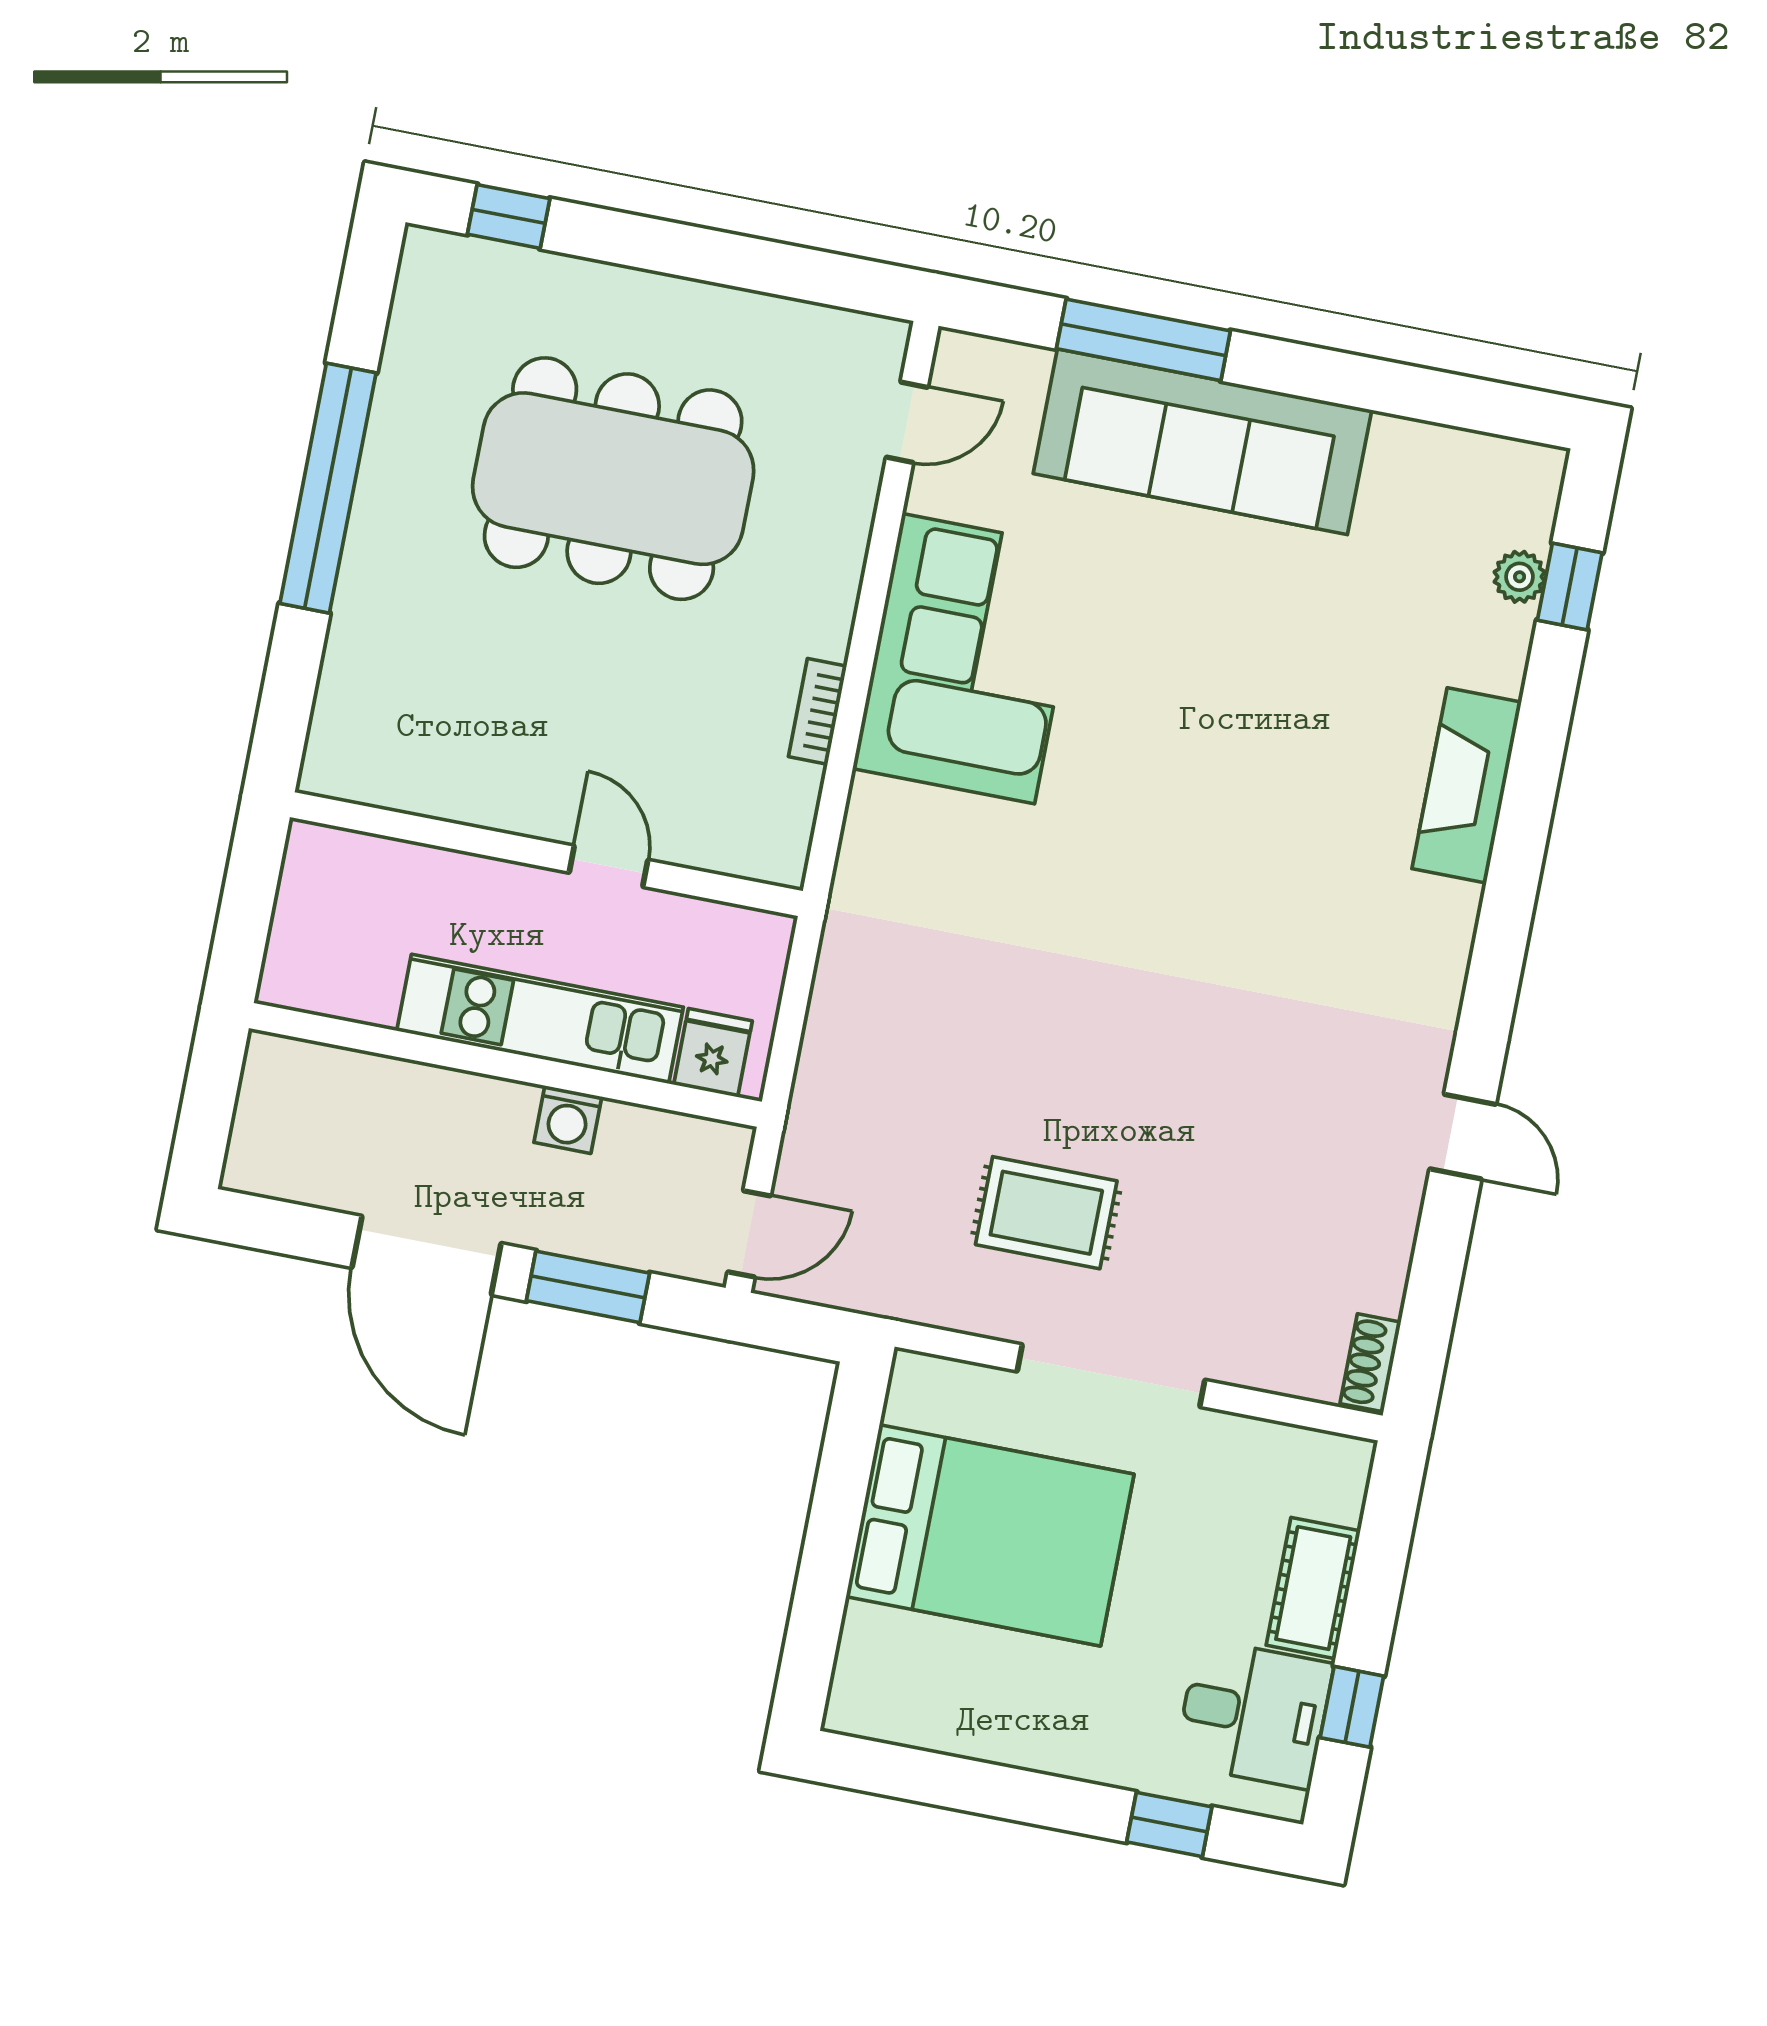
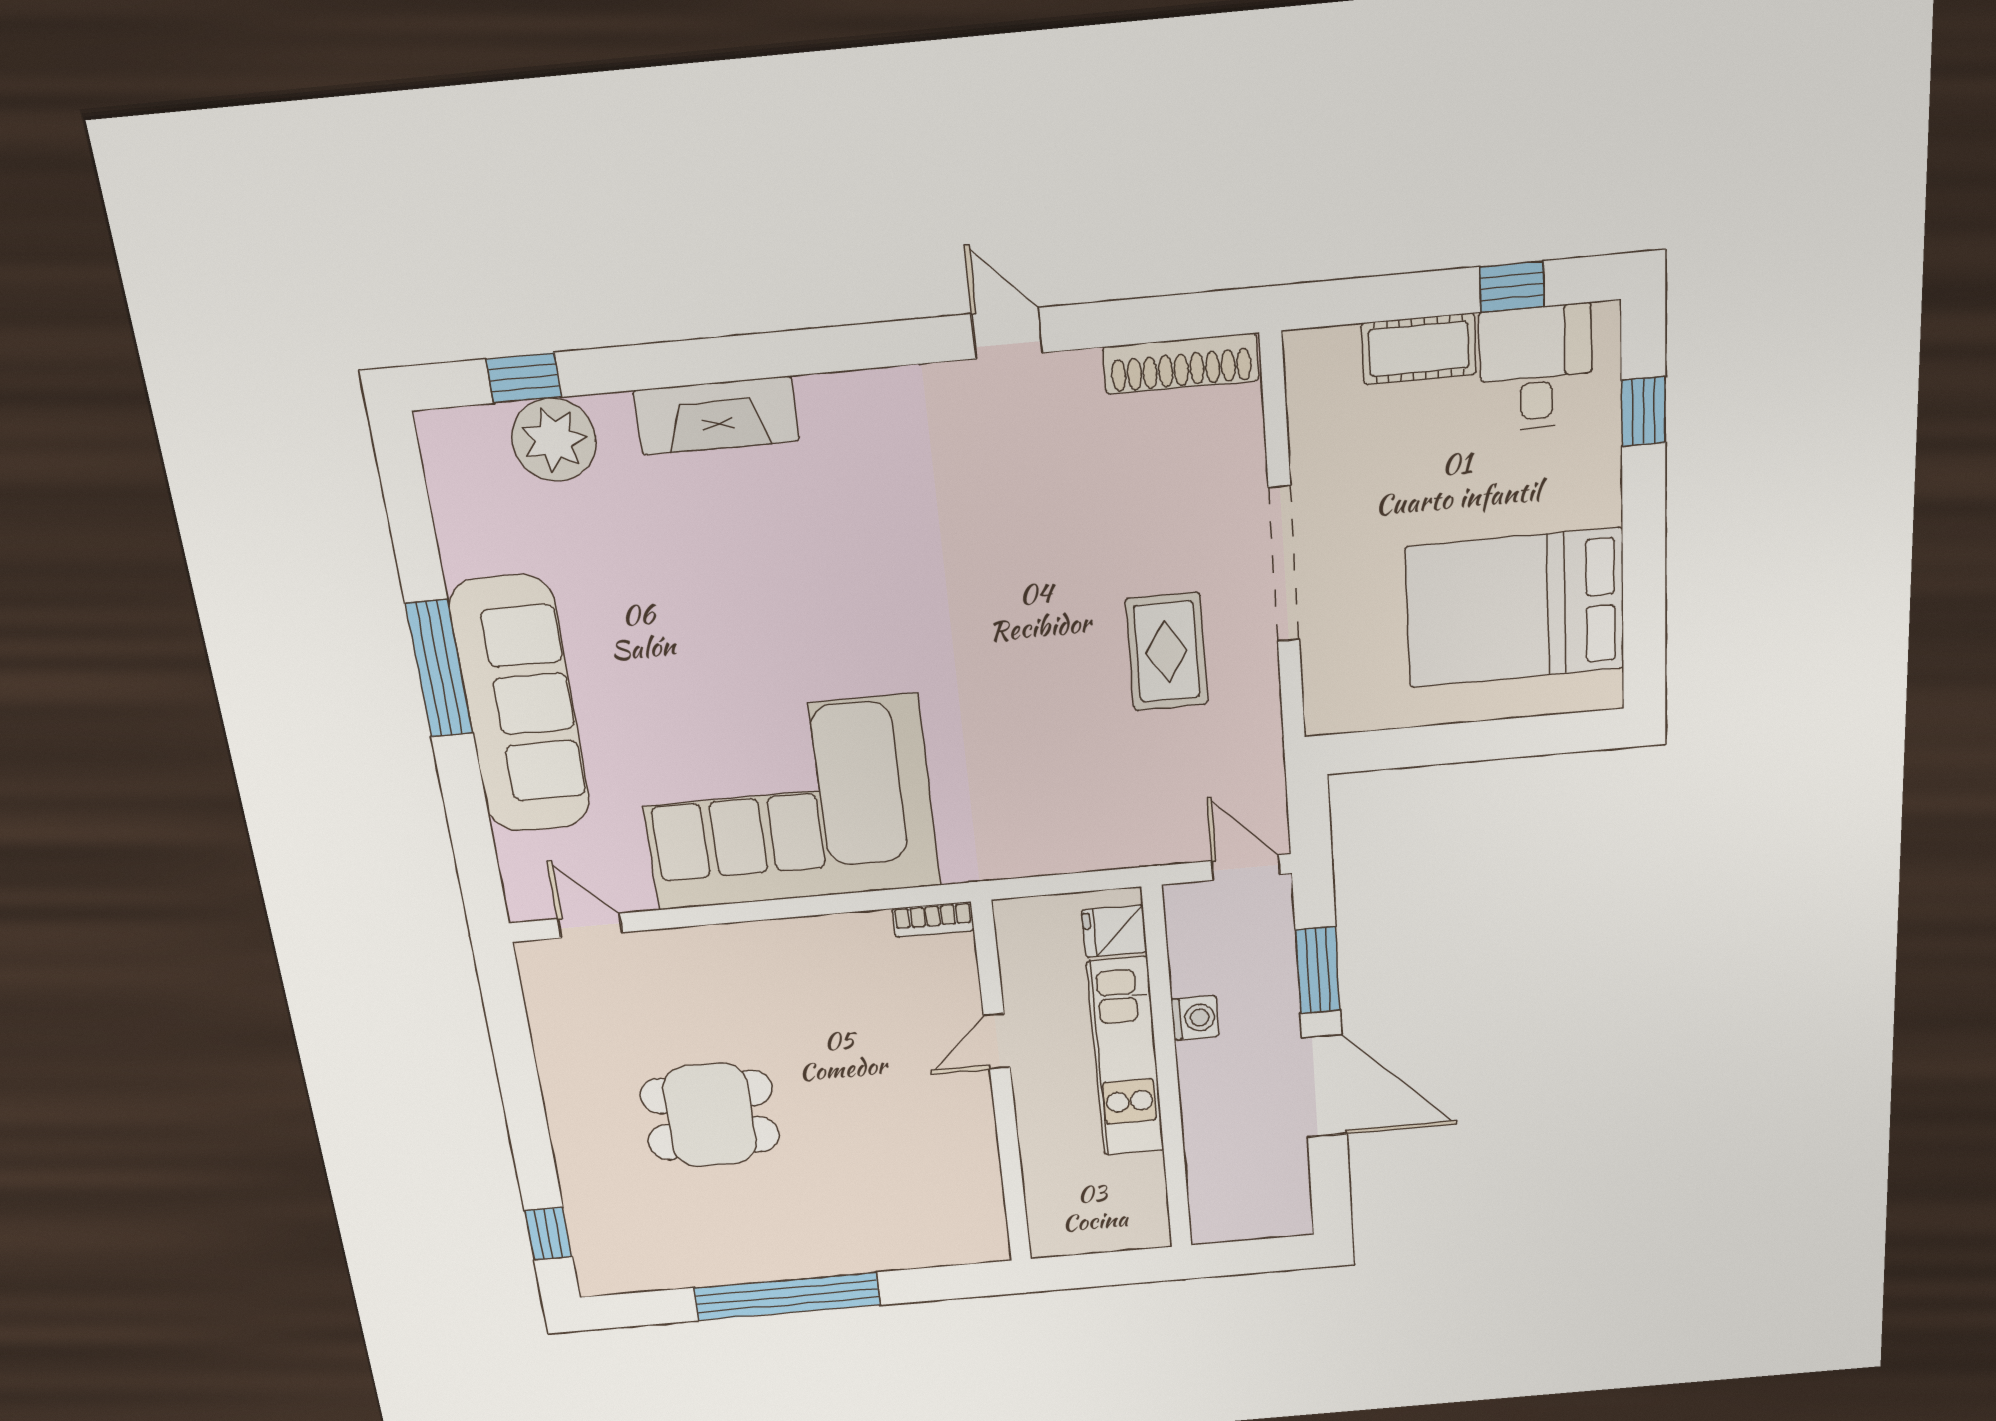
window: (1143, 340) -> (439, 669), moved
dining table: (613, 479) -> (710, 1115), width x0.53, depth x0.80
plant: (1520, 577) -> (554, 440), width x1.87, depth x1.87
corner sofa: (968, 659) -> (787, 803), width x1.36, depth x1.36
bookcase: (817, 711) -> (933, 920), moved
door: (1463, 1137) -> (1007, 333), hinge flipped
door: (427, 1255) -> (1324, 1086), hinge flipped
shoe rack: (1370, 1363) -> (1181, 364), width x1.94, depth x1.24
bed: (990, 1535) -> (1515, 608), moved, turned -90

